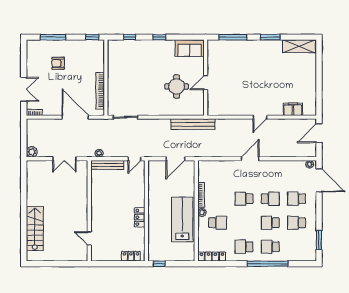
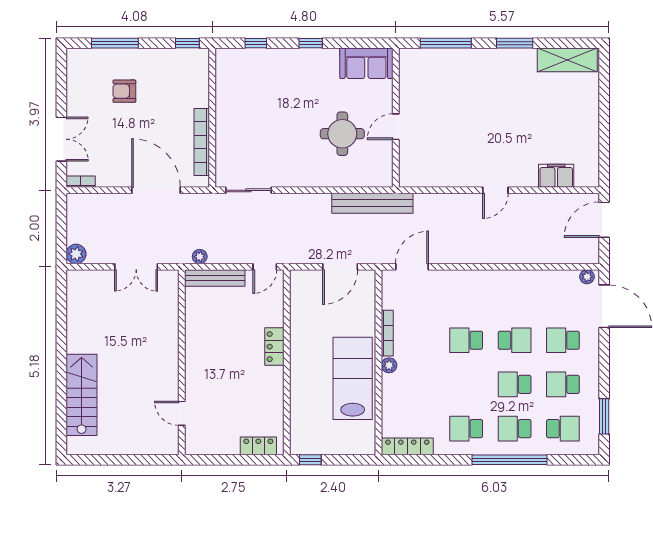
door: (250, 159) -> (412, 267), moved
locker: (140, 217) -> (274, 347), moved
school desk: (218, 223) -> (563, 429), moved

